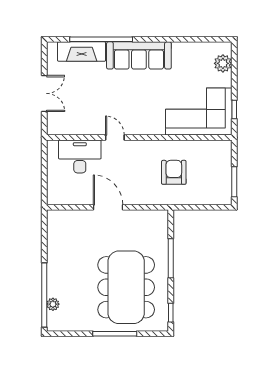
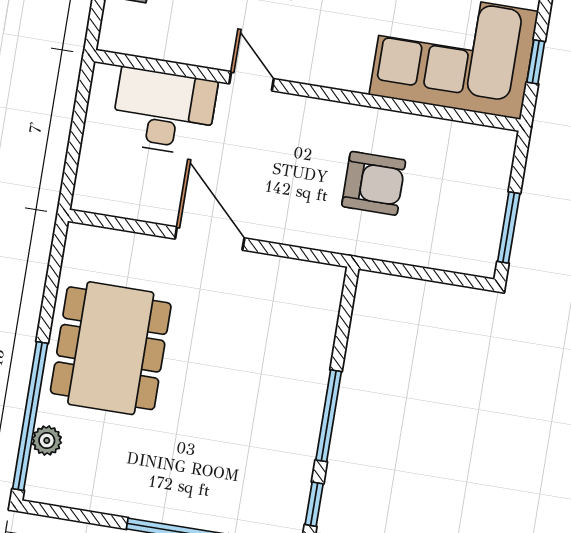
armchair: (174, 172) -> (374, 183), turned 90
window: (171, 258) -> (329, 416), moved
dining table: (126, 287) -> (111, 348), moved, width x0.73, depth x0.80

